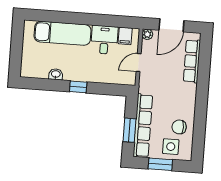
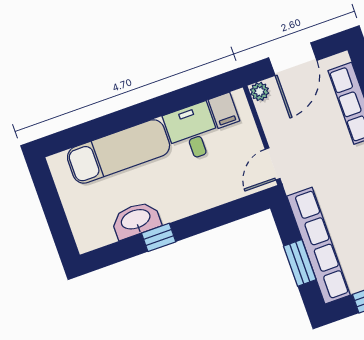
door: (139, 63) -> (273, 164), moved
washbasin: (56, 74) -> (136, 220), width x1.91, depth x1.45
window: (78, 87) -> (159, 237), moved

